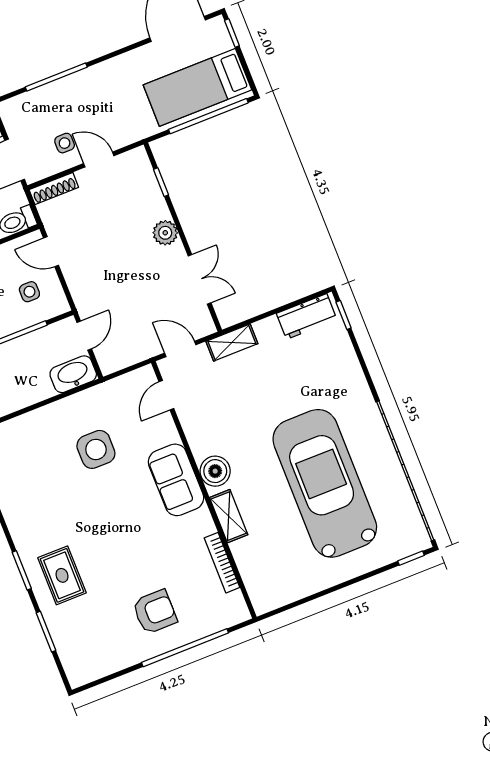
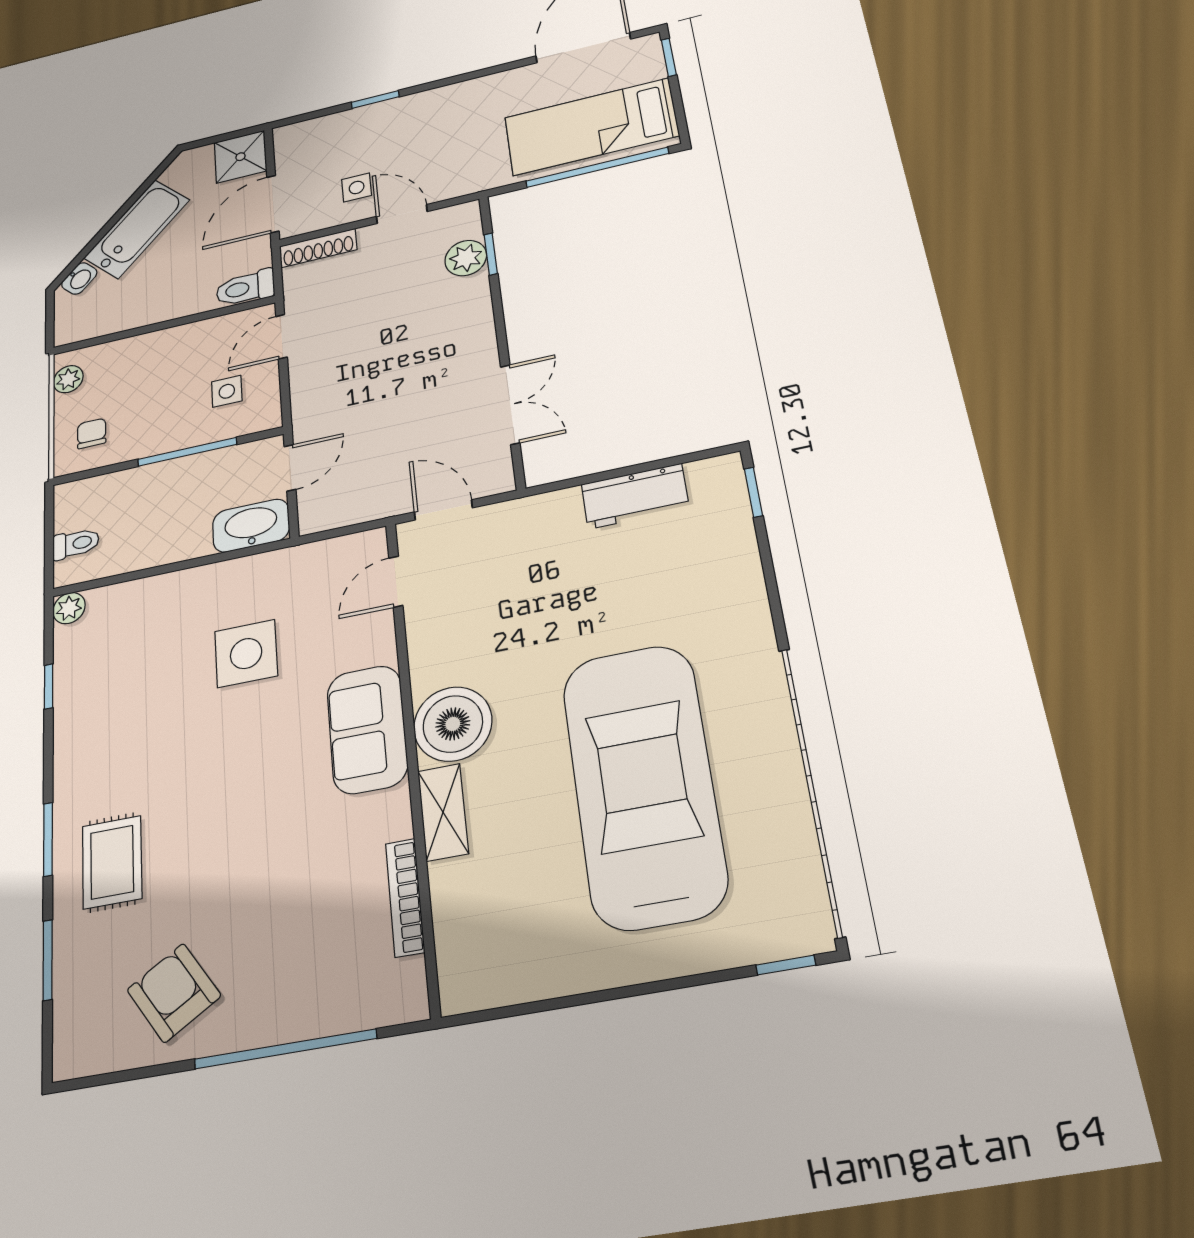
window: (56, 77) -> (375, 99), width x0.46
plant: (165, 233) -> (466, 258), moved
door: (51, 252) -> (281, 337), hinge flipped
workbench: (307, 316) -> (635, 496), moved
shelving: (232, 343) -> (537, 511), removed
boiler: (215, 471) -> (453, 724), width x1.37, depth x1.37
armchair: (155, 612) -> (174, 993), moved, turned -122

